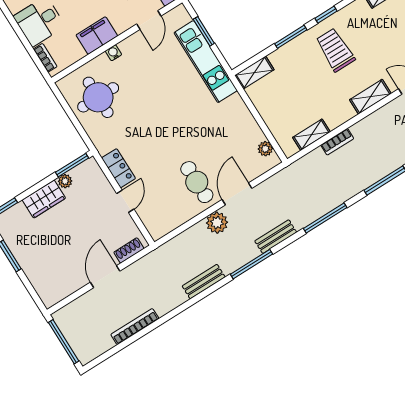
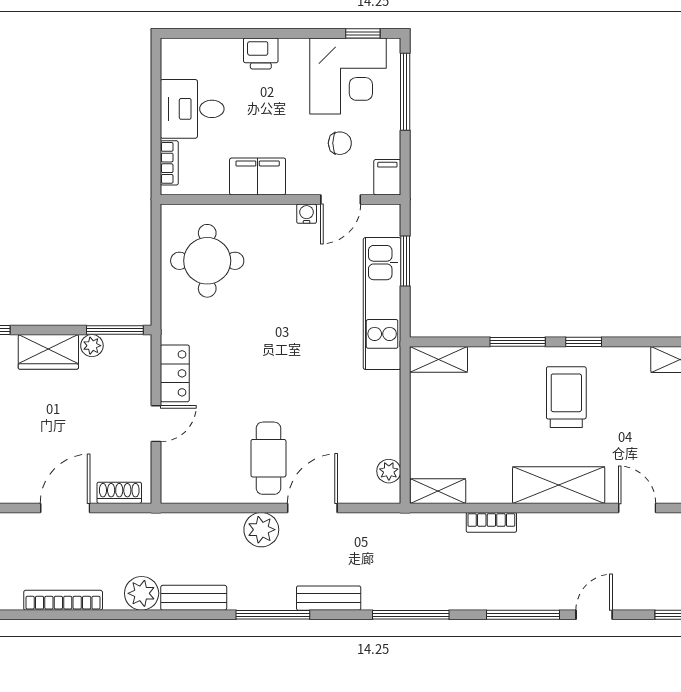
water cooler: (113, 53) -> (307, 214), moved
shelving: (370, 97) -> (559, 485), width x1.50, depth x1.33
shelving: (311, 135) -> (438, 491), moved
plant: (174, 297) -> (142, 593), added

